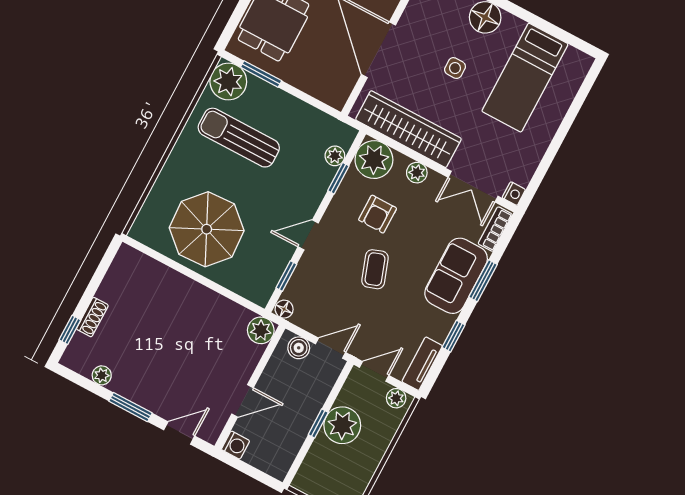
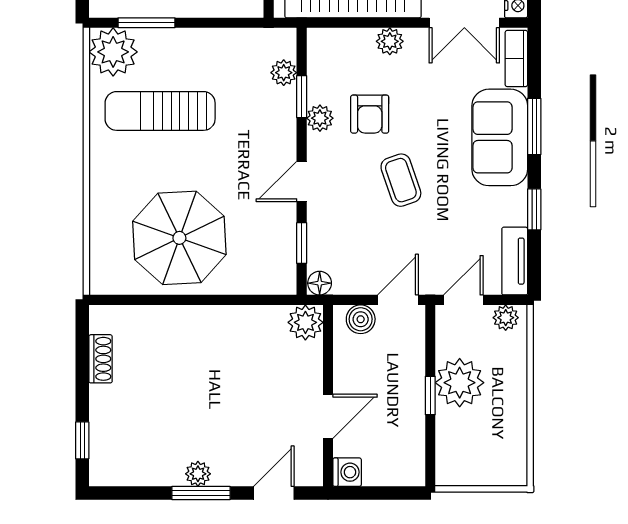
plant: (374, 160) -> (320, 118), moved, width x0.53, depth x0.53
shoe rack: (92, 317) -> (101, 359), moved
plant: (102, 375) -> (198, 474), moved

